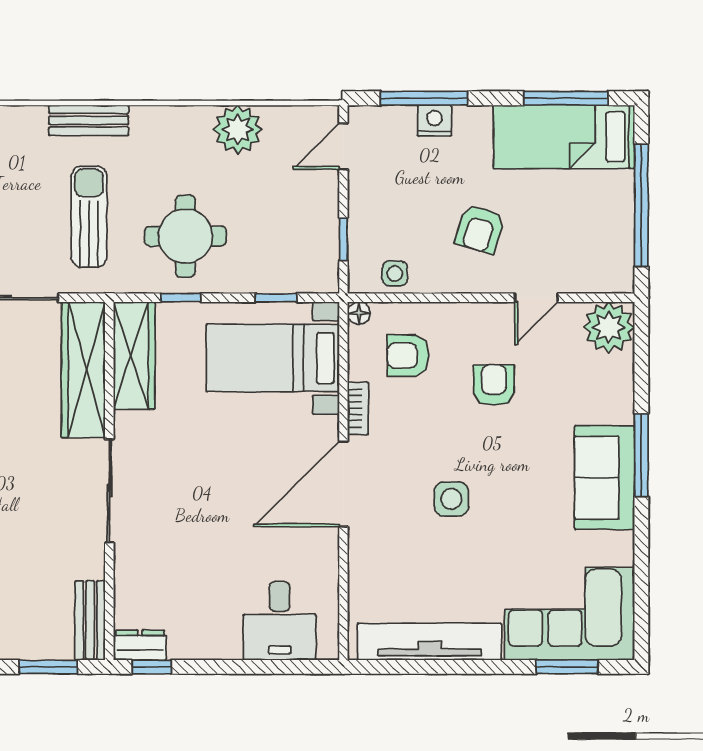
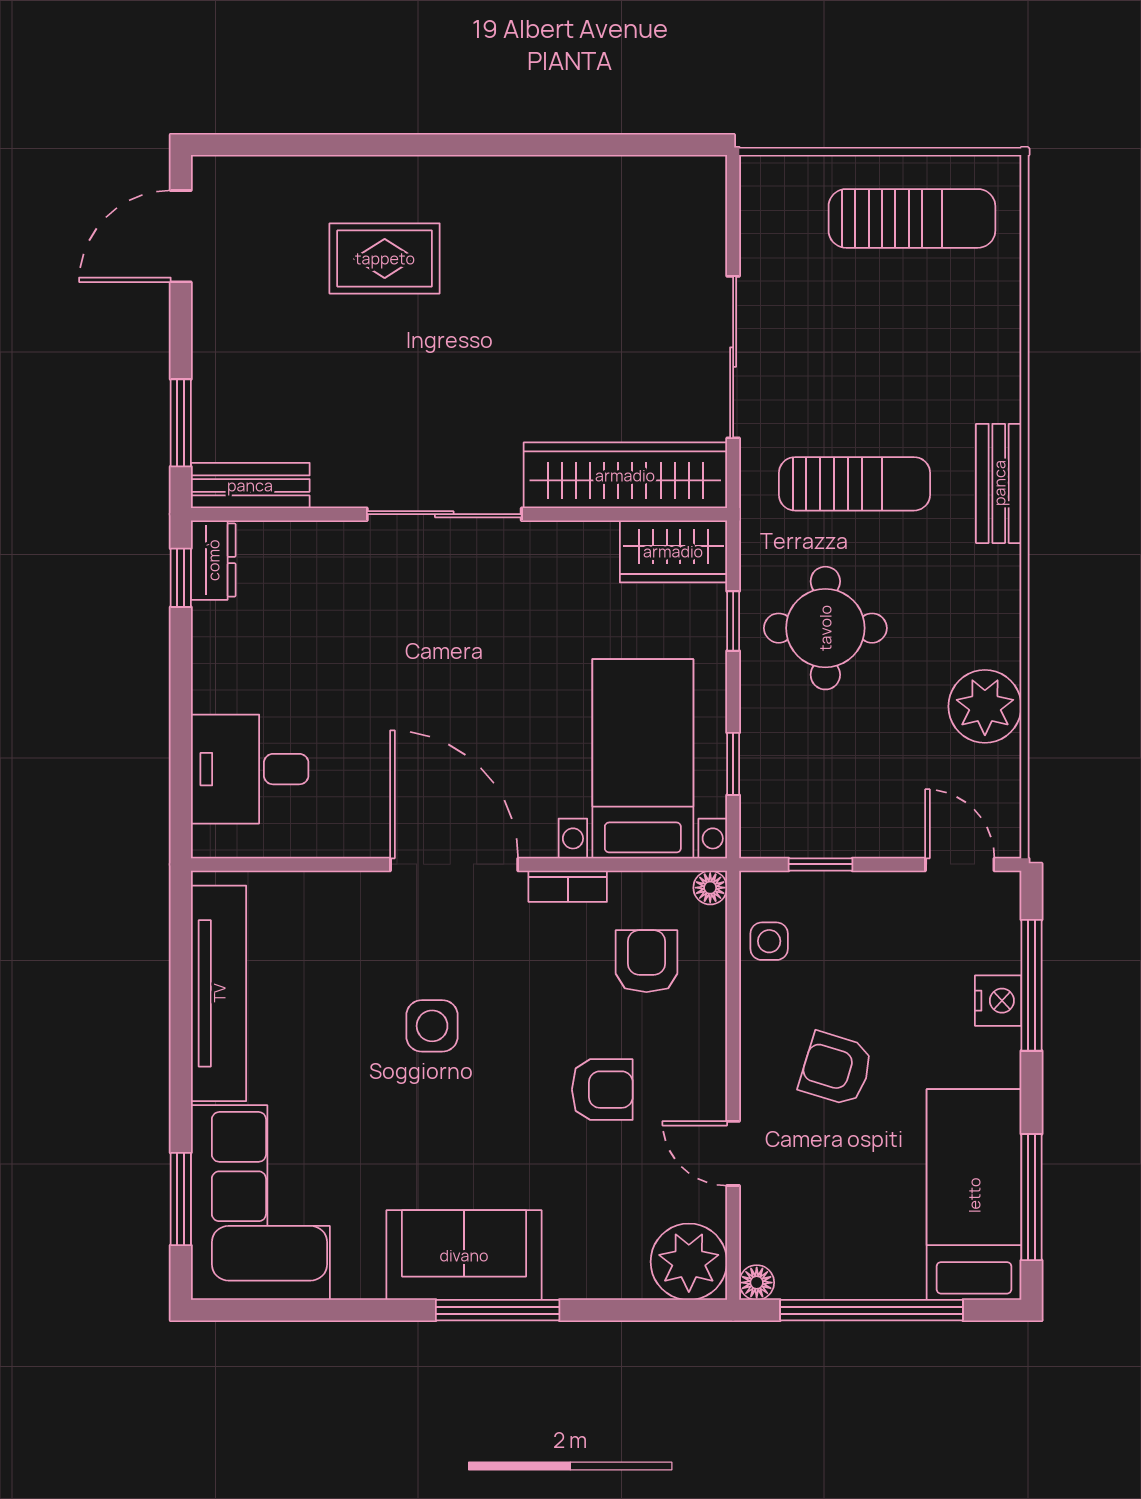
floor lamp: (623, 282) -> (757, 1283), added
wardrobe: (134, 356) -> (673, 551), width x0.67

